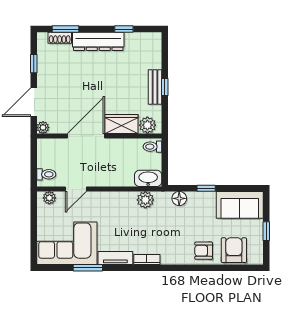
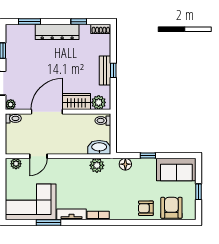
shoe rack: (60, 38) -> (101, 29), moved
toilet: (46, 174) -> (13, 118), moved

